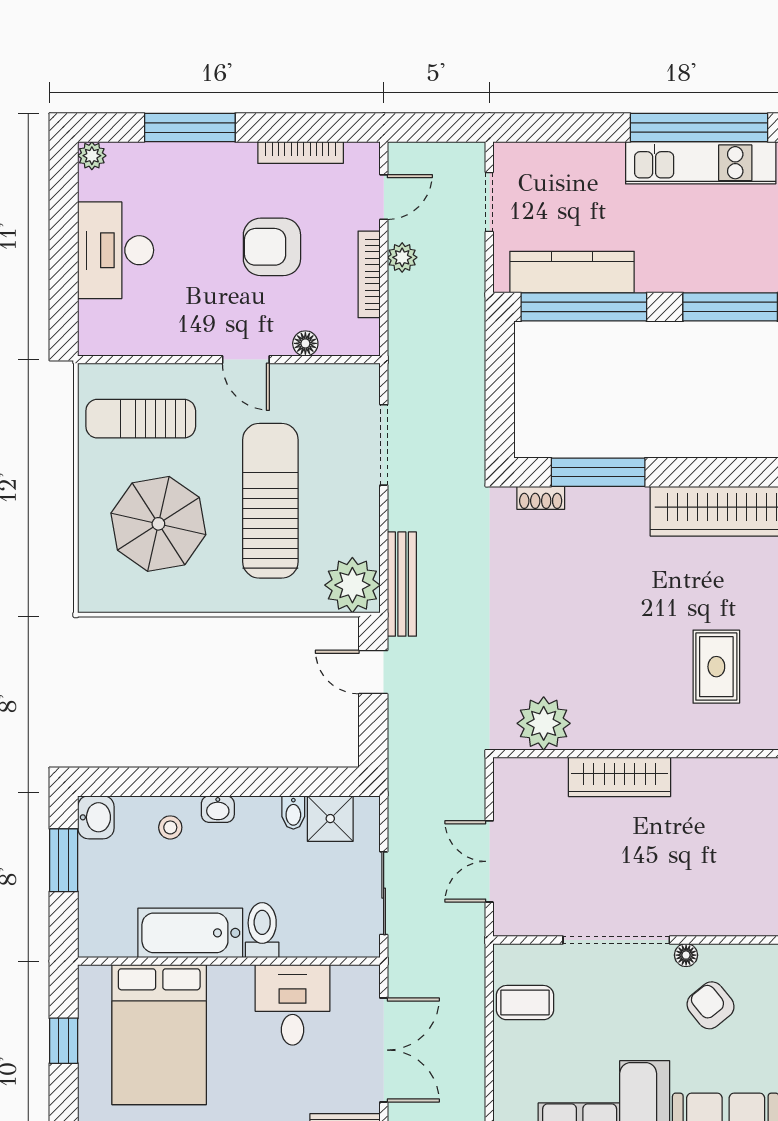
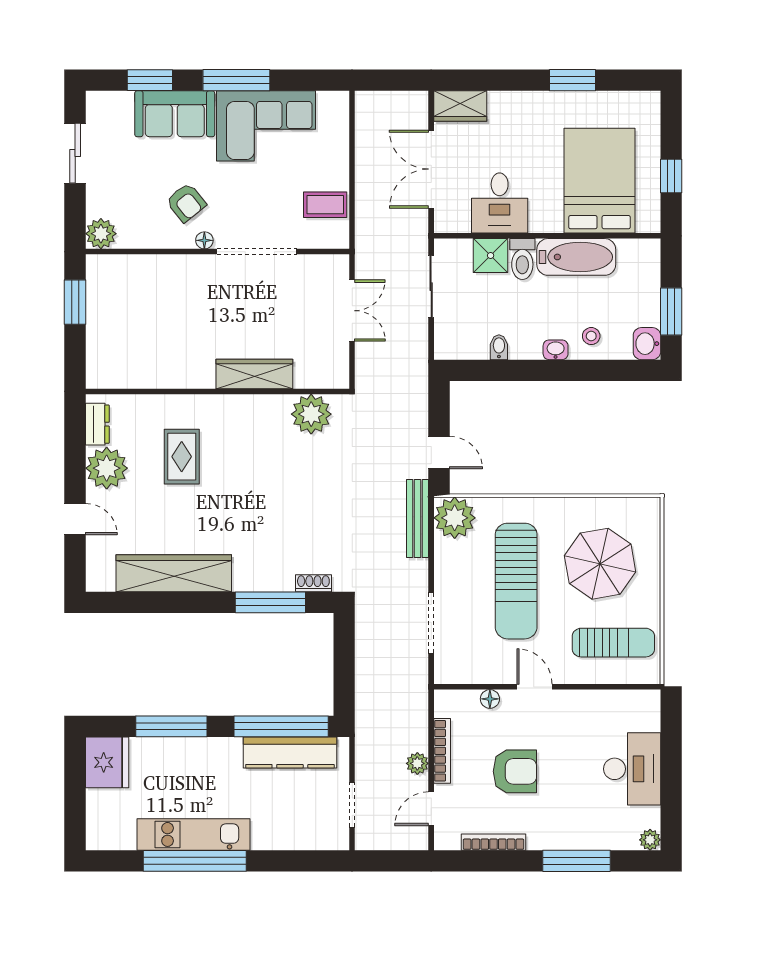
shower: (330, 819) -> (491, 256), moved

